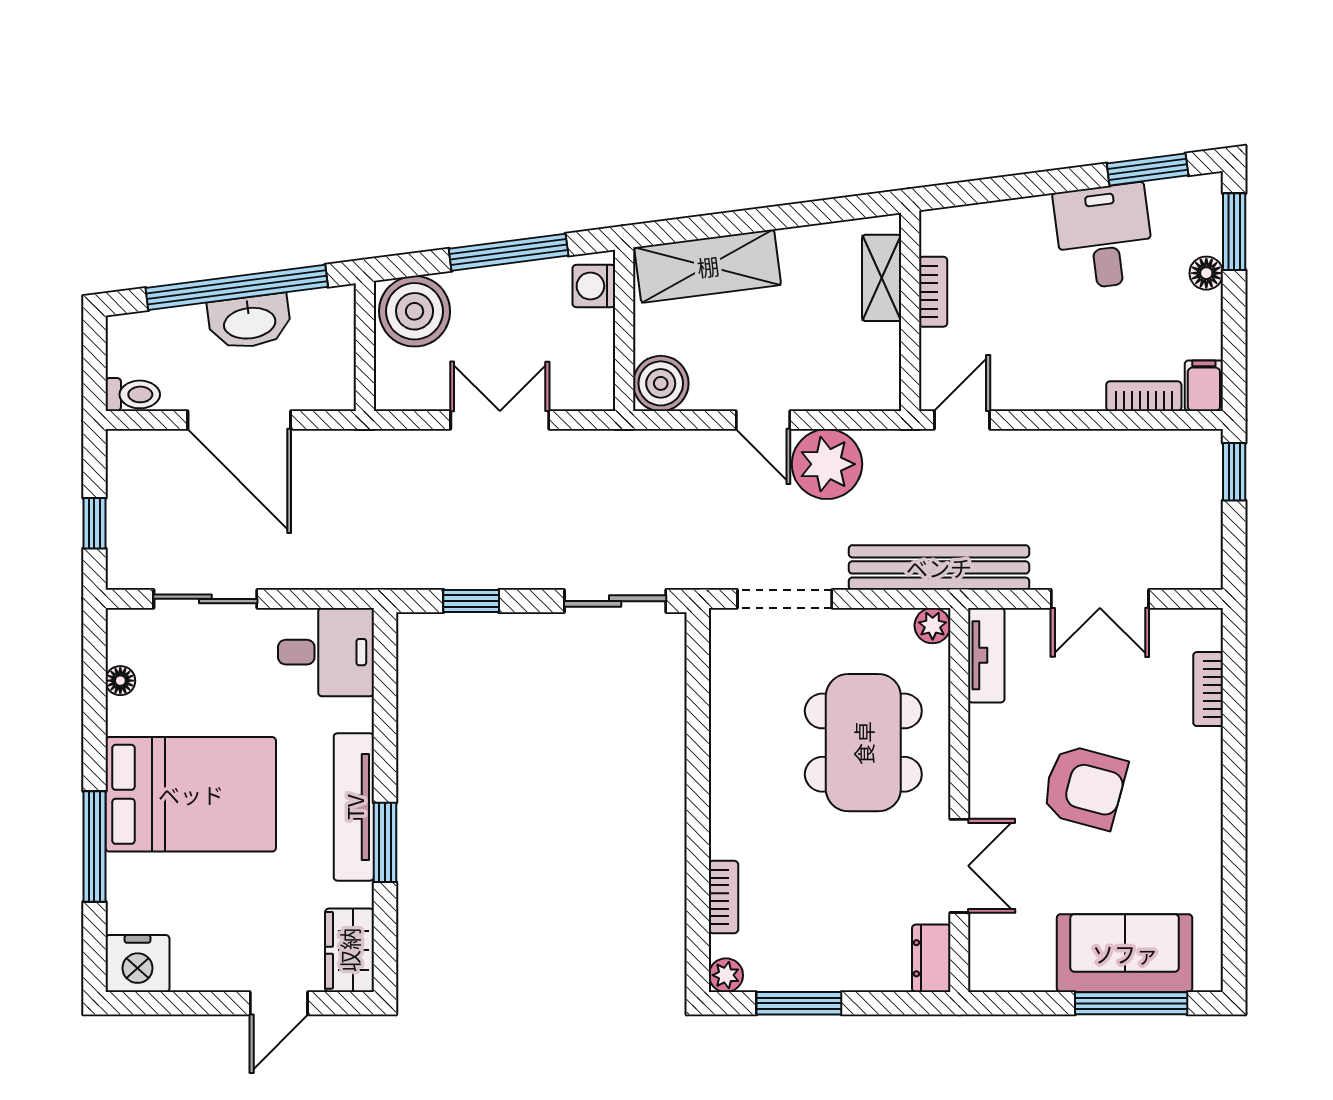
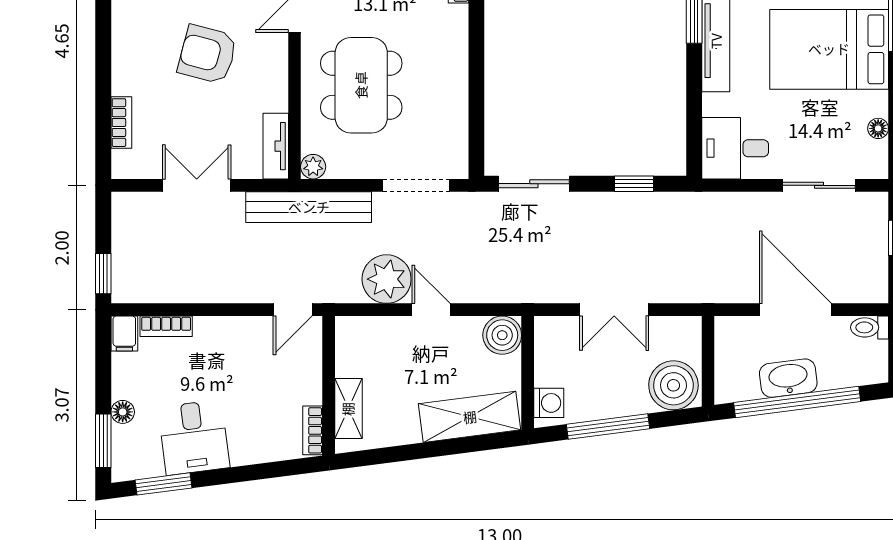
bookcase: (933, 292) -> (313, 430), moved

